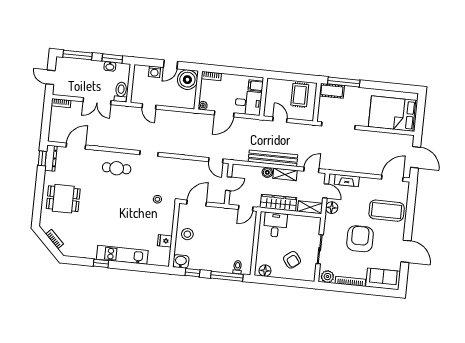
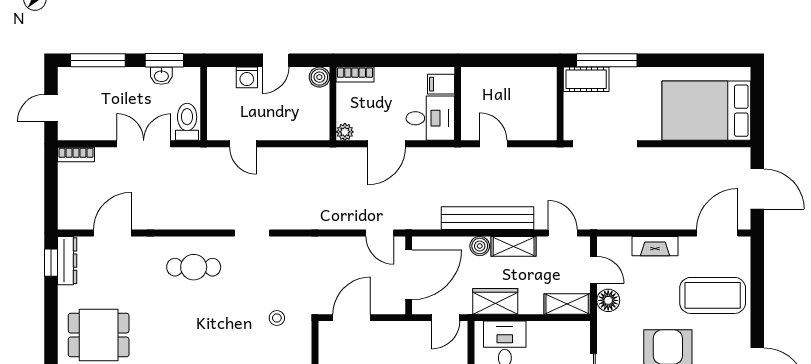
door: (50, 77) -> (51, 108), hinge flipped
boiler: (187, 80) -> (319, 77), width x0.54, depth x0.54
rug: (300, 95) -> (526, 93), removed
double door: (97, 101) -> (144, 144), swing flipped
door: (311, 170) -> (563, 233), hinge flipped
fireplace: (347, 180) -> (655, 246), moved
door: (229, 184) -> (409, 275), width x1.88
wardrobe: (278, 203) -> (495, 301), width x0.67

